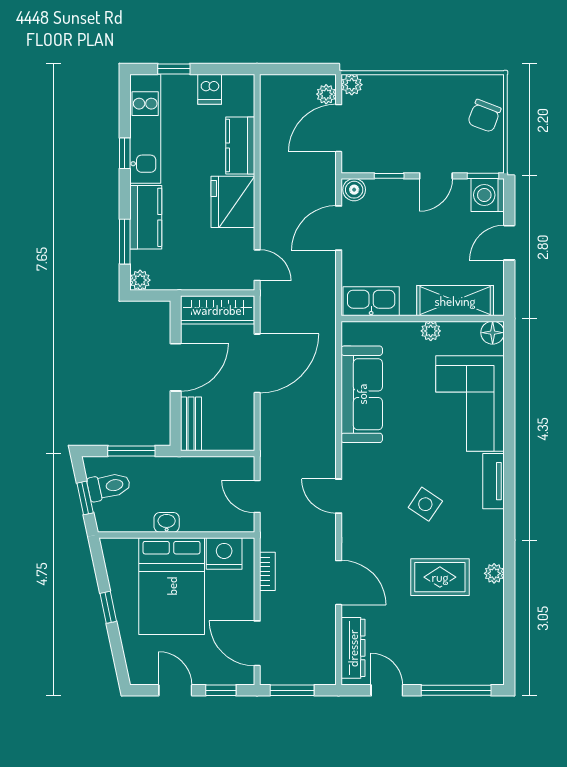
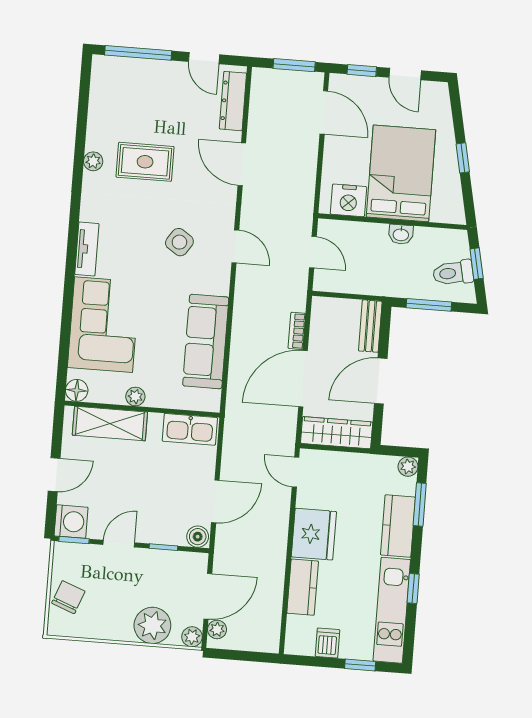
plant: (394, 93) -> (152, 625), added
side table: (425, 504) -> (179, 242), moved
bookcase: (267, 571) -> (297, 331), moved

